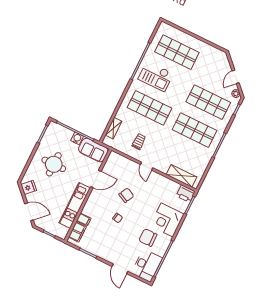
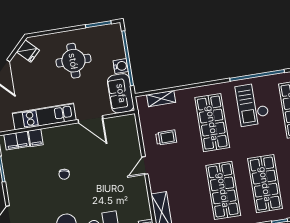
chair: (126, 195) -> (96, 166), removed

